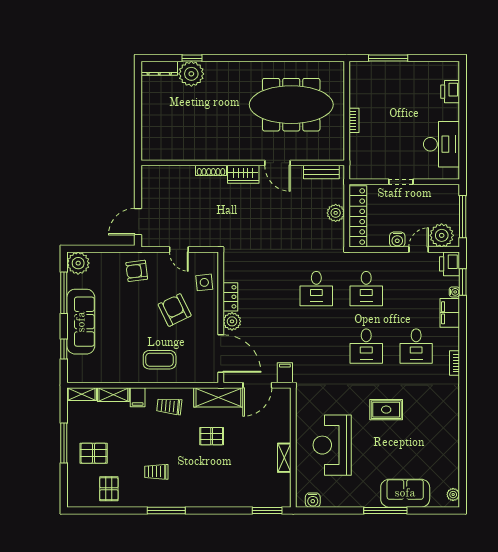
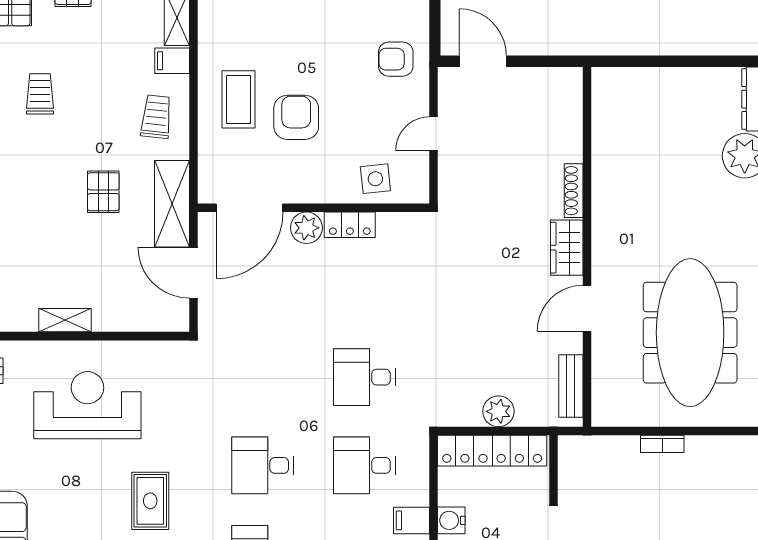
armchair: (137, 271) -> (396, 59), turned -83
armchair: (175, 310) -> (296, 117), moved, turned -64
filing cabinet: (285, 373) -> (411, 520), moved, turned 180

